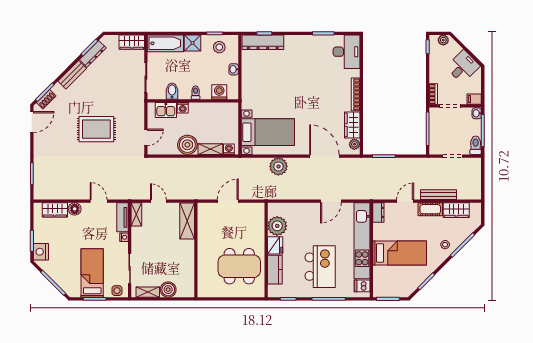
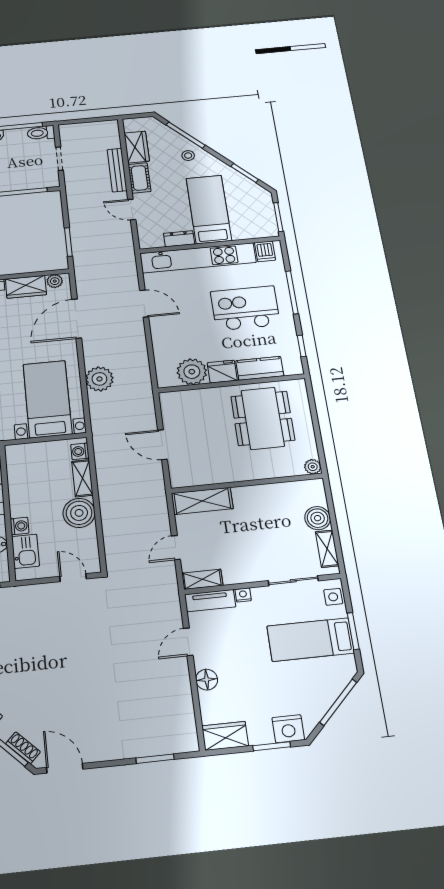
rug: (96, 129) -> (67, 658), removed
wardrobe: (55, 210) -> (225, 736), moved, turned -90
dresser: (378, 212) -> (179, 239), moved
plant: (203, 292) -> (313, 467), added

